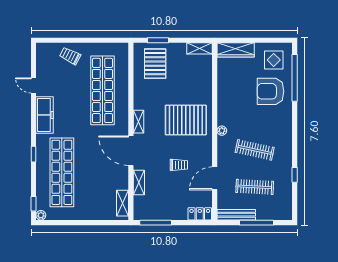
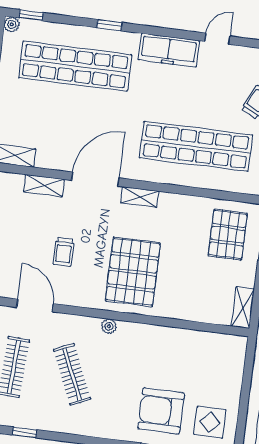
wardrobe: (236, 50) -> (233, 364), removed
pallet: (155, 64) -> (228, 235), turned 90
armchair: (270, 91) -> (161, 411), turned -90
clothes rail: (255, 150) -> (72, 374), turned -36

